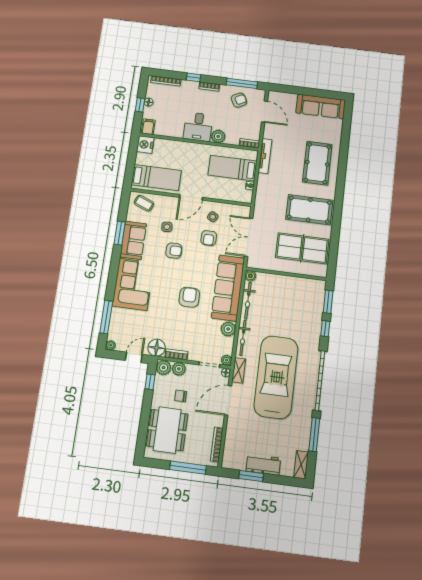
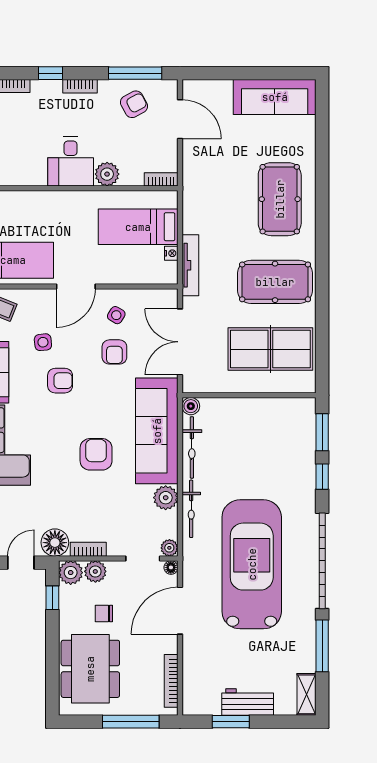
tv unit: (265, 156) -> (190, 265), moved
shelving: (239, 370) -> (191, 561), removed

